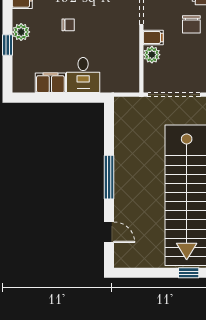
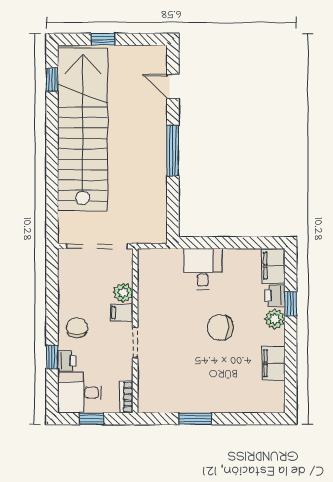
chair: (68, 25) -> (220, 327), width x1.87, depth x1.87
printer: (21, 52) -> (275, 296), added
filing cabinet: (50, 83) -> (273, 266), moved, turned 90
window: (189, 273) -> (103, 39), moved

